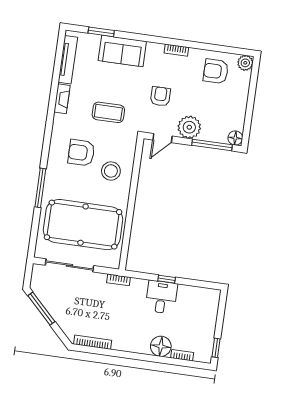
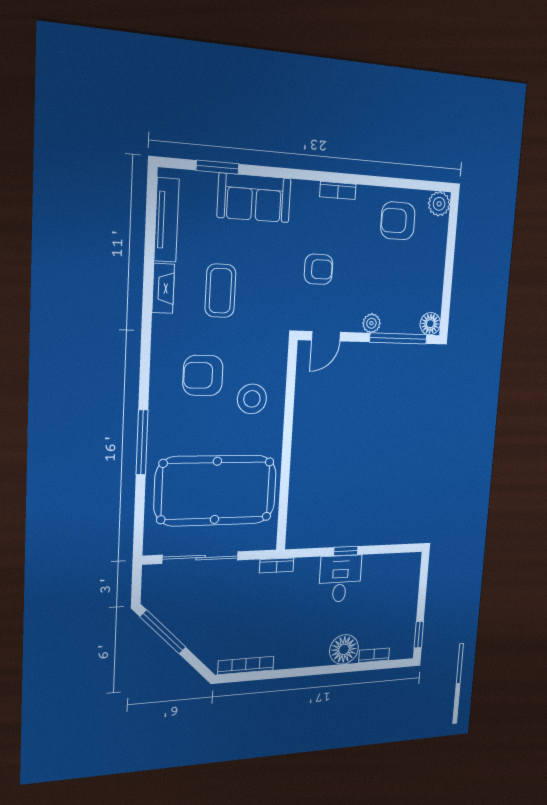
armchair: (160, 96) -> (319, 269), turned 90
coffee table: (108, 112) -> (220, 291), moved, turned 90
plant: (189, 127) -> (371, 323), width x0.53, depth x0.53

